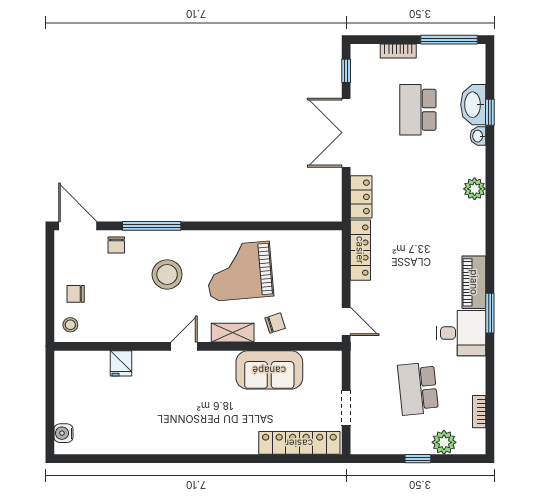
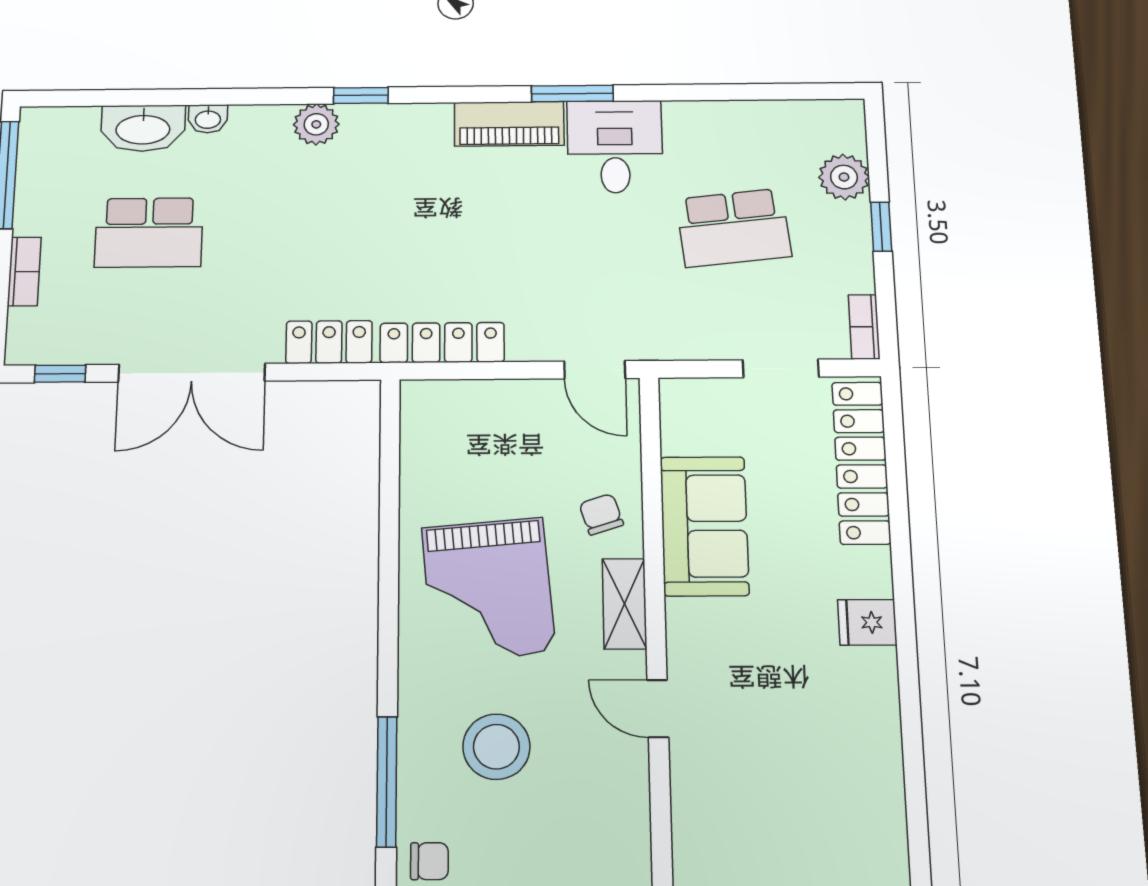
window: (490, 112) -> (361, 95), moved
door: (346, 321) -> (595, 370), swing flipped
fridge: (121, 363) -> (867, 622), moved, turned 180
bookcase: (479, 412) -> (864, 327), moved, turned 90

